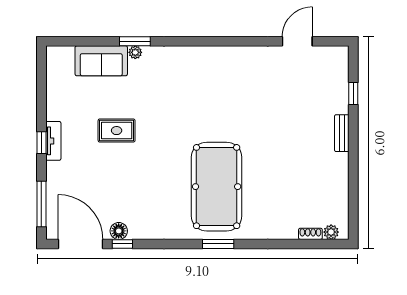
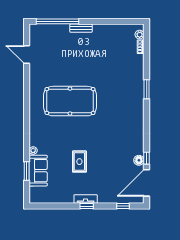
window: (135, 41) -> (27, 171), moved
window: (353, 94) -> (58, 21), width x3.17
pool table: (217, 187) -> (70, 101), moved
window: (41, 204) -> (123, 206), width x0.46
window: (218, 244) -> (147, 89), moved

